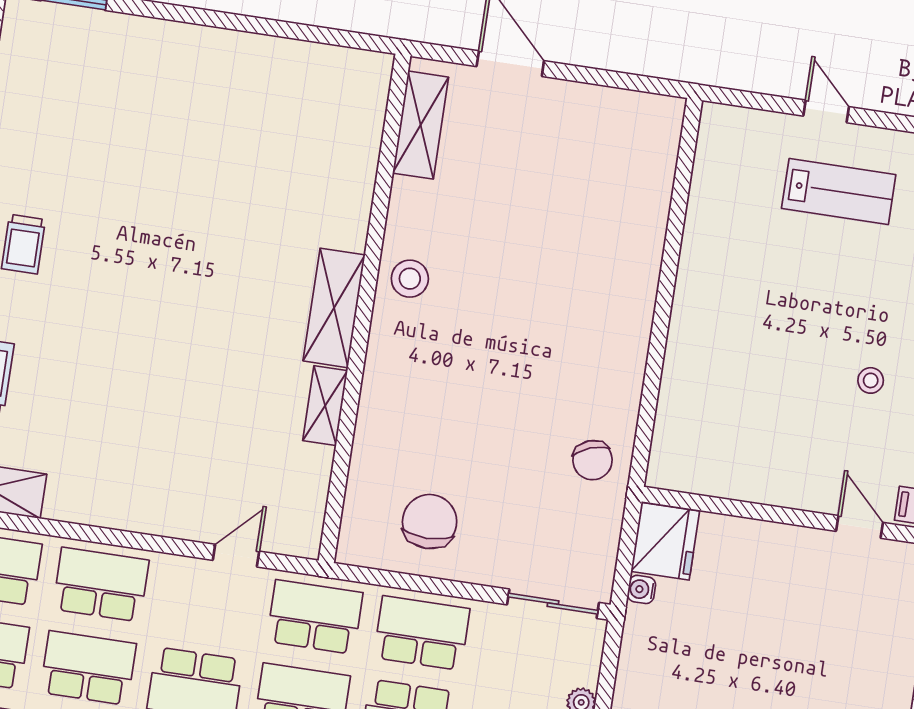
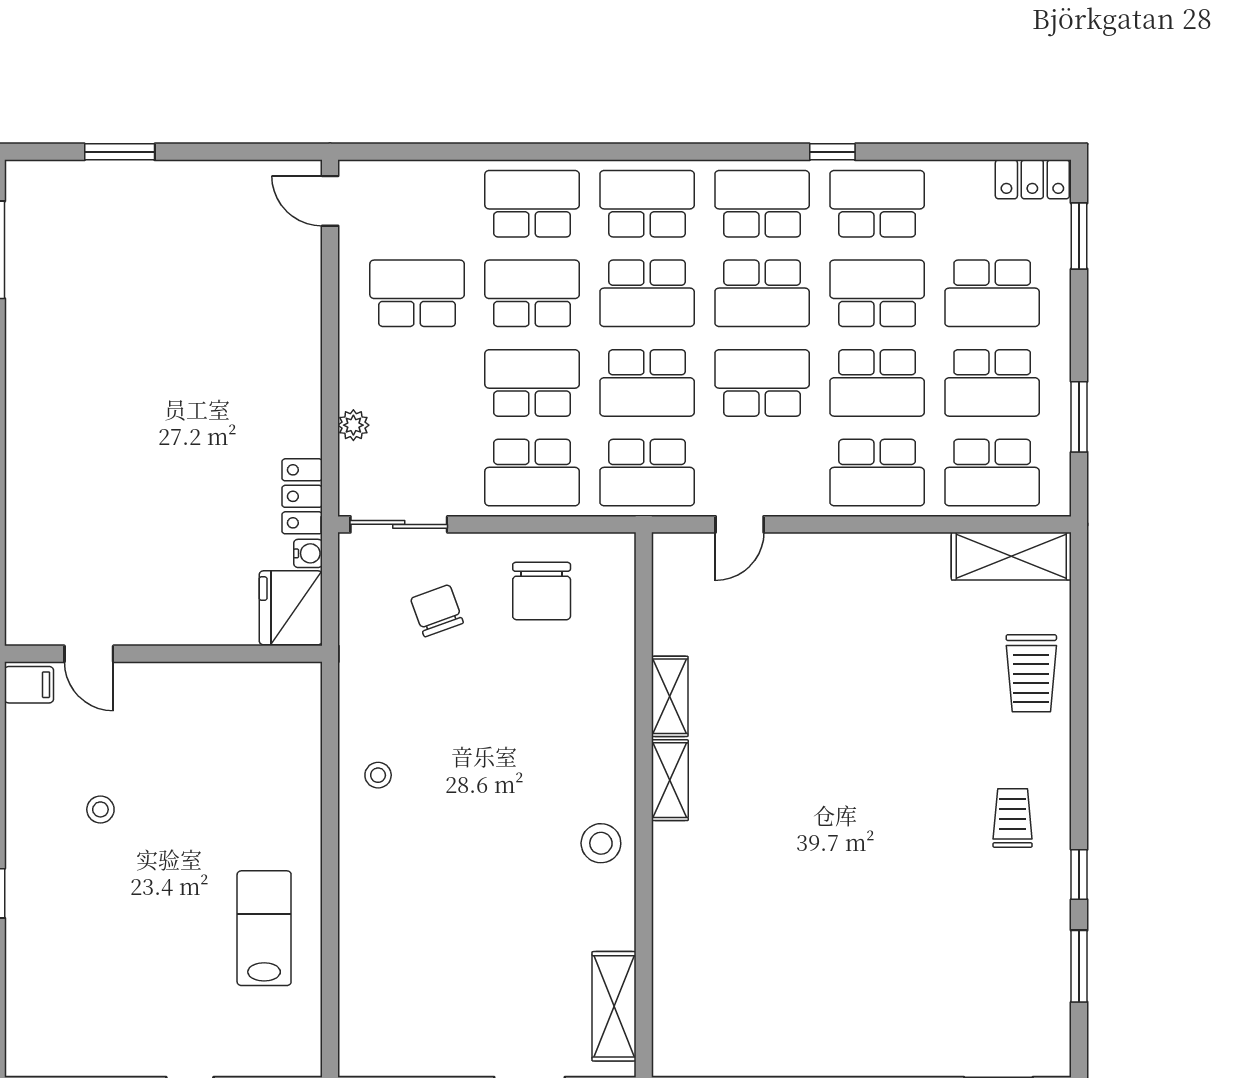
lab bench: (839, 192) -> (264, 928), moved, turned 90
shelving: (334, 308) -> (670, 780), width x0.67, depth x0.75
stool: (608, 373) -> (378, 775), added
chair: (593, 460) -> (437, 611), moved
locker: (639, 643) -> (302, 496), added

